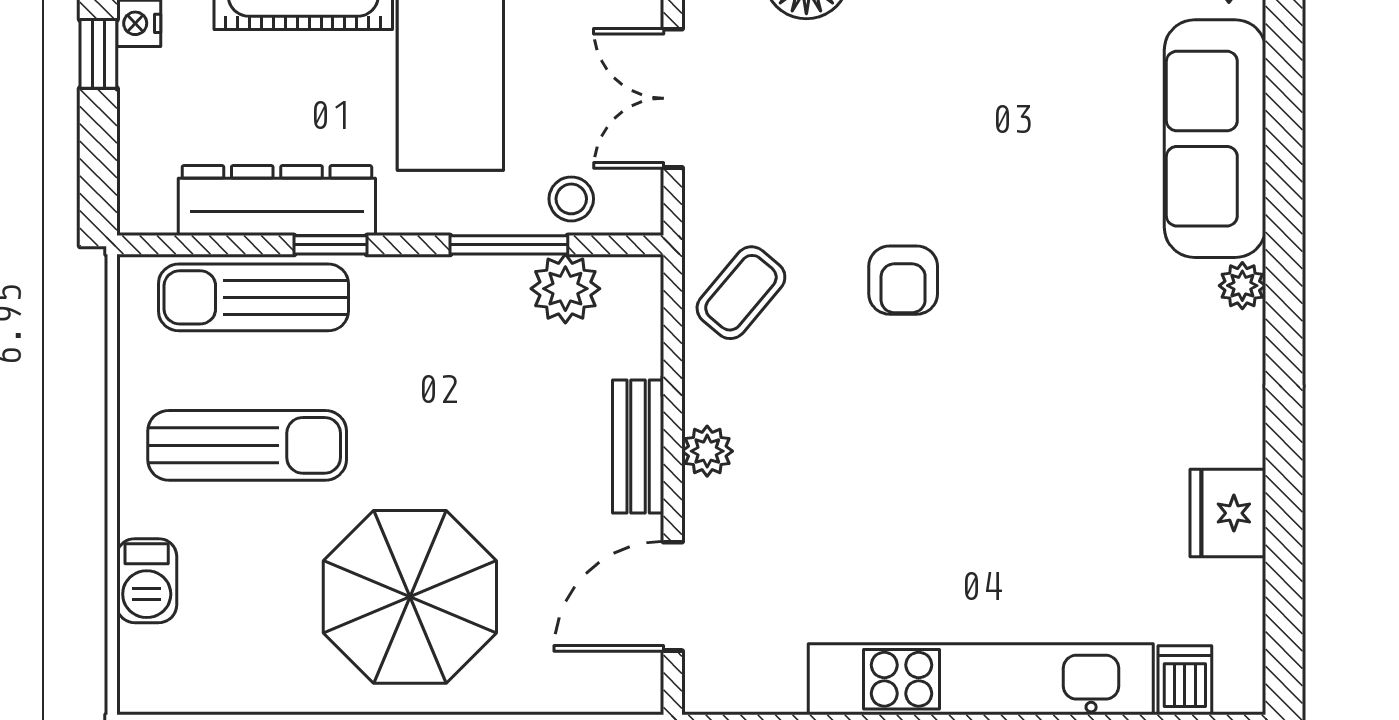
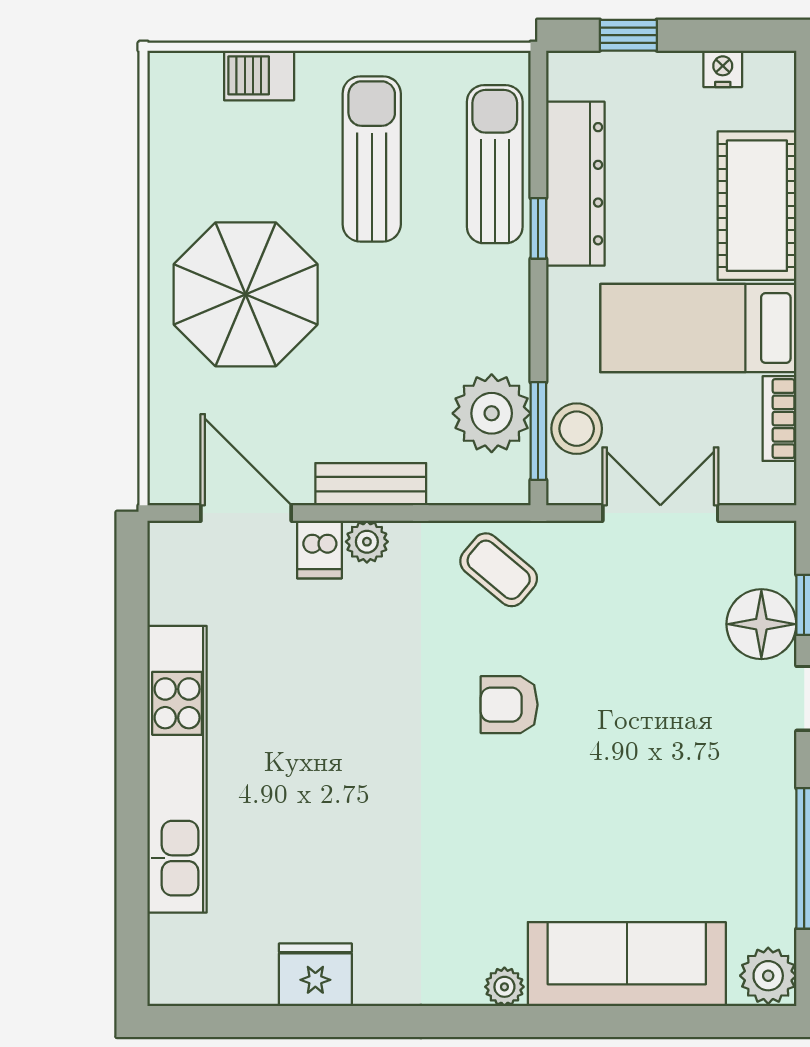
window: (98, 54) -> (628, 35), moved
stool: (571, 199) -> (577, 429), width x1.37, depth x1.37
window: (509, 245) -> (538, 431), moved
plant: (565, 289) -> (492, 413), width x1.36, depth x1.36
sun lounger: (247, 445) -> (372, 159), turned 180
dishwasher: (1185, 680) -> (319, 549), moved, turned 90

